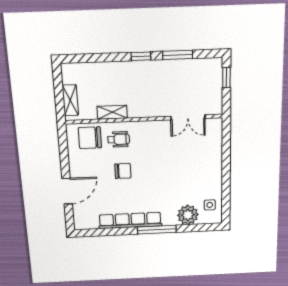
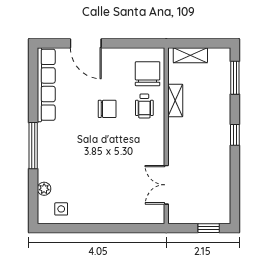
window: (178, 55) -> (235, 78), moved
chair: (123, 171) -> (107, 109), turned -90
plant: (188, 215) -> (44, 189), width x0.53, depth x0.53
row of seats: (130, 221) -> (46, 85), moved

